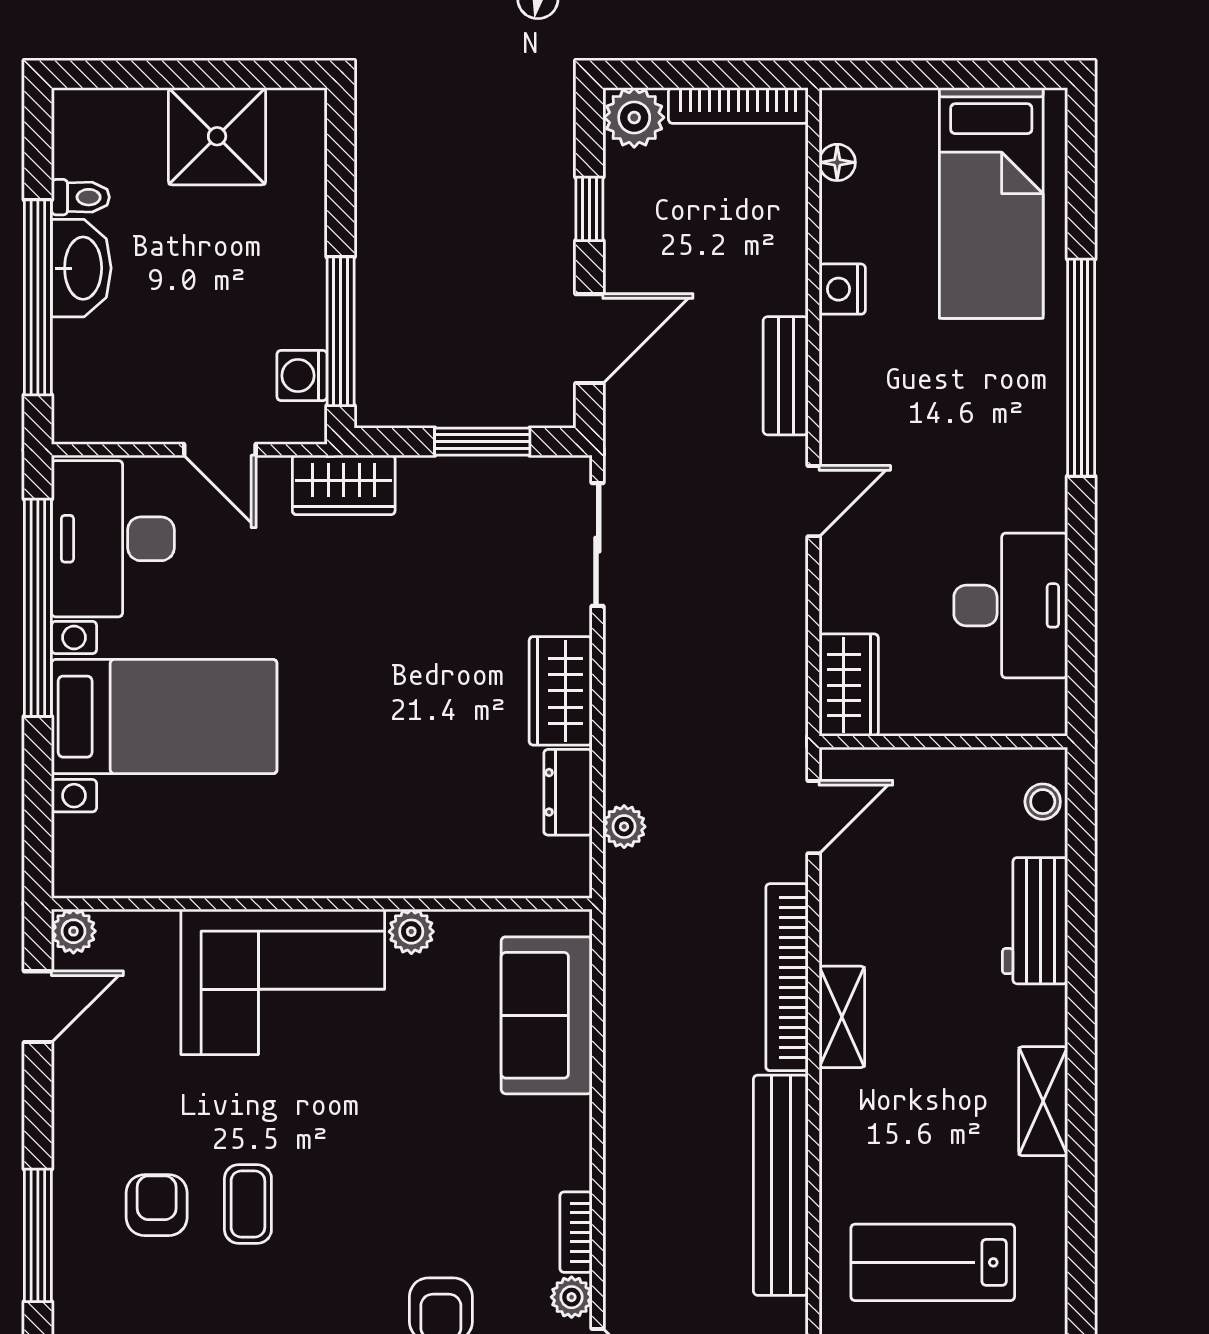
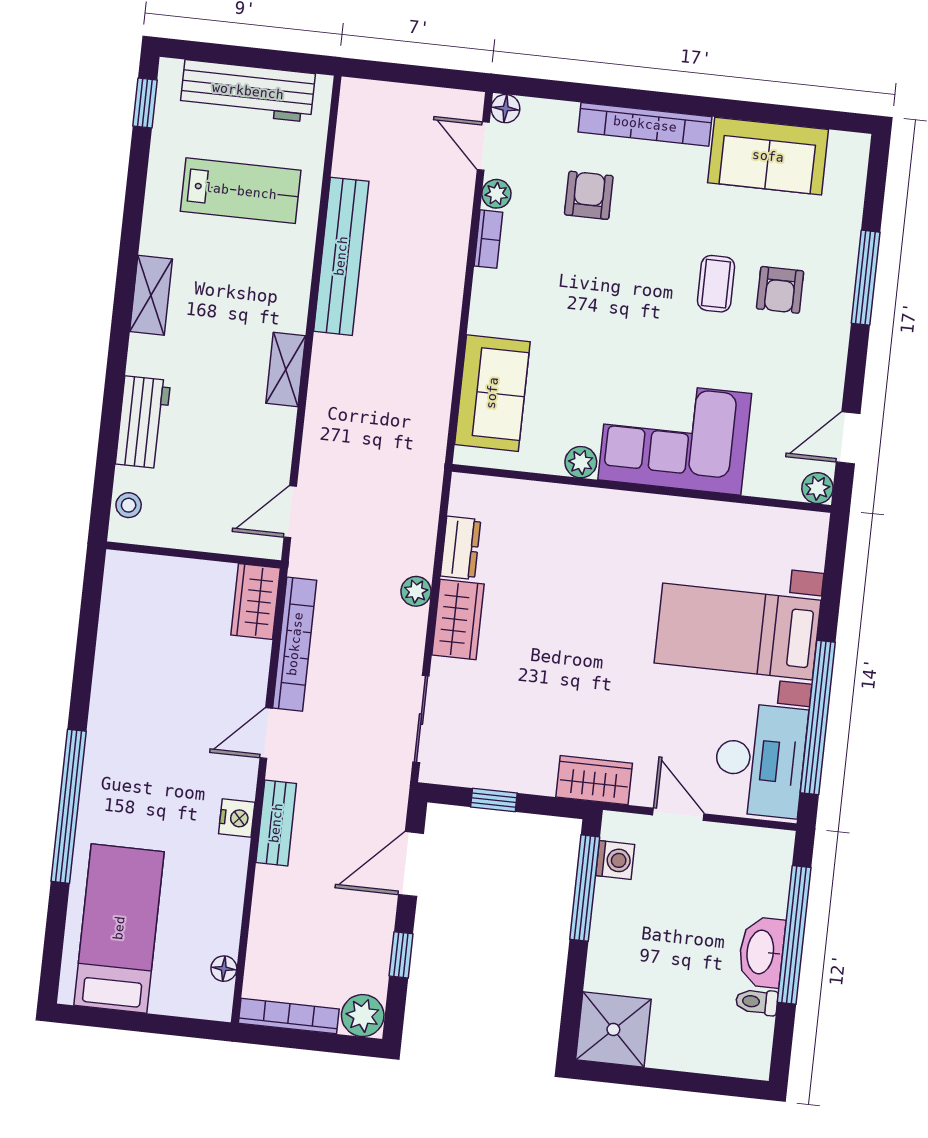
shower: (217, 136) -> (613, 1029), moved
nightstand: (842, 289) -> (237, 818), moved
window: (482, 442) -> (494, 800), width x0.67
desk: (1011, 605) -> (136, 645), removed
plant: (624, 827) -> (416, 591), moved
bookcase: (787, 977) -> (295, 644), moved

